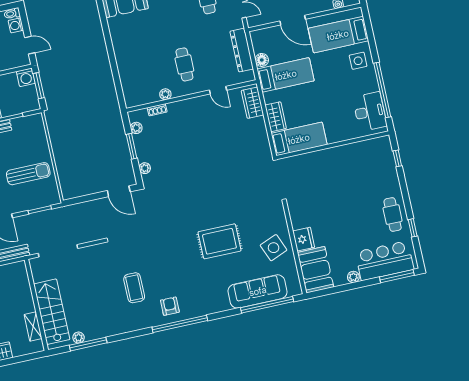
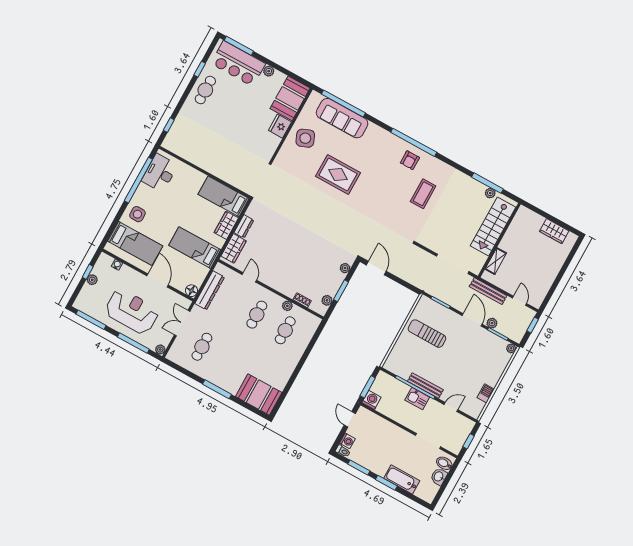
floor lamp: (262, 60) -> (192, 291), moved
cafe table: (149, 72) -> (285, 330), added
dresser: (260, 129) -> (244, 226), added
shelving: (33, 327) -> (496, 261), moved

